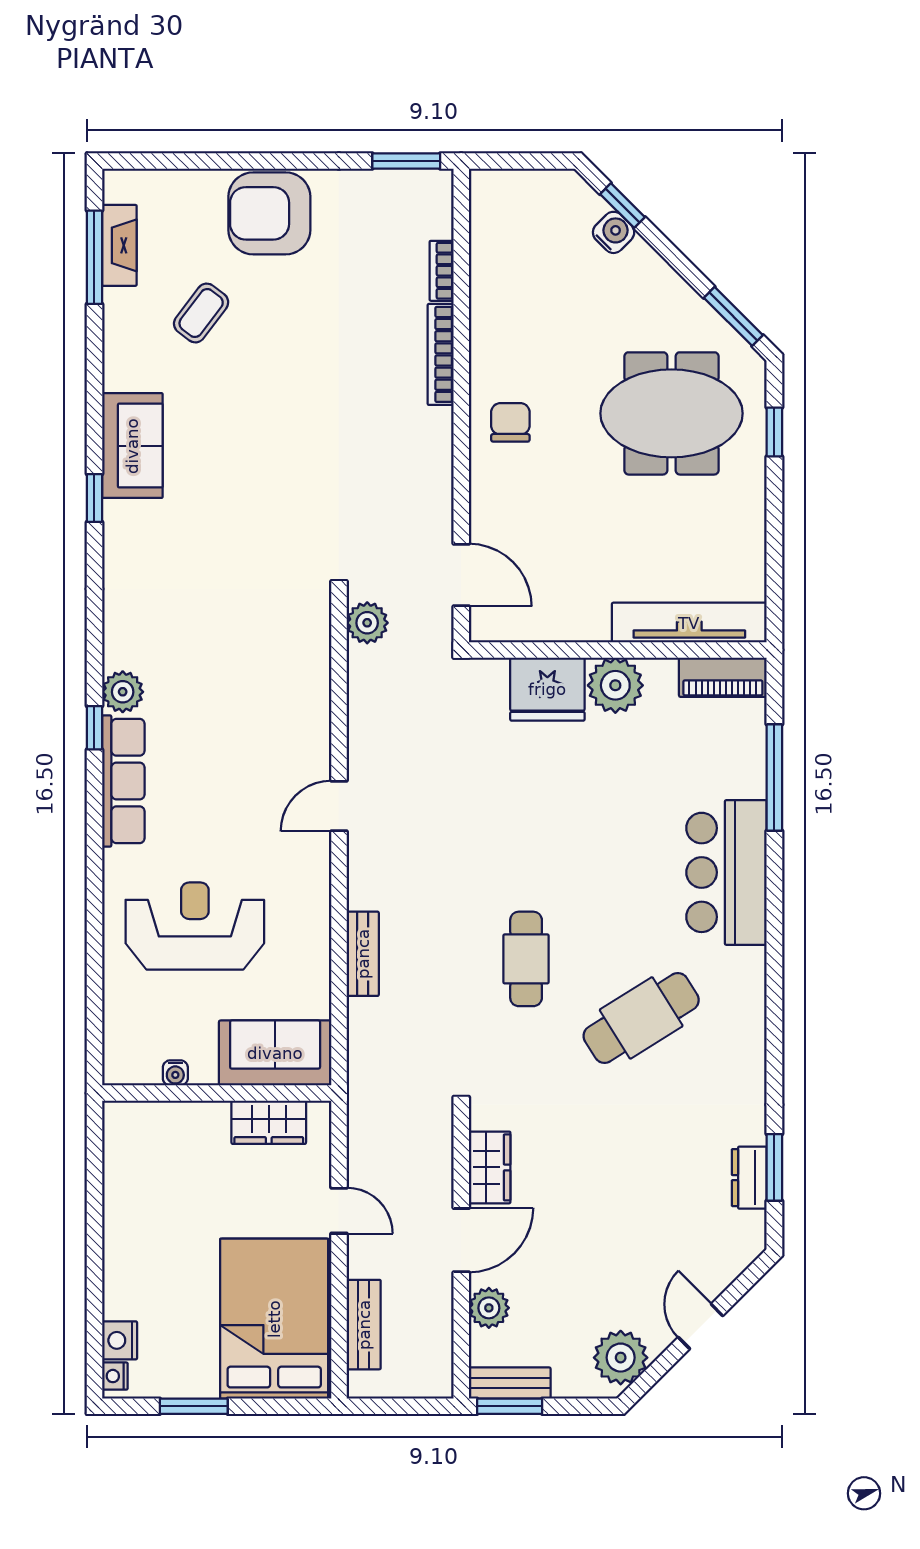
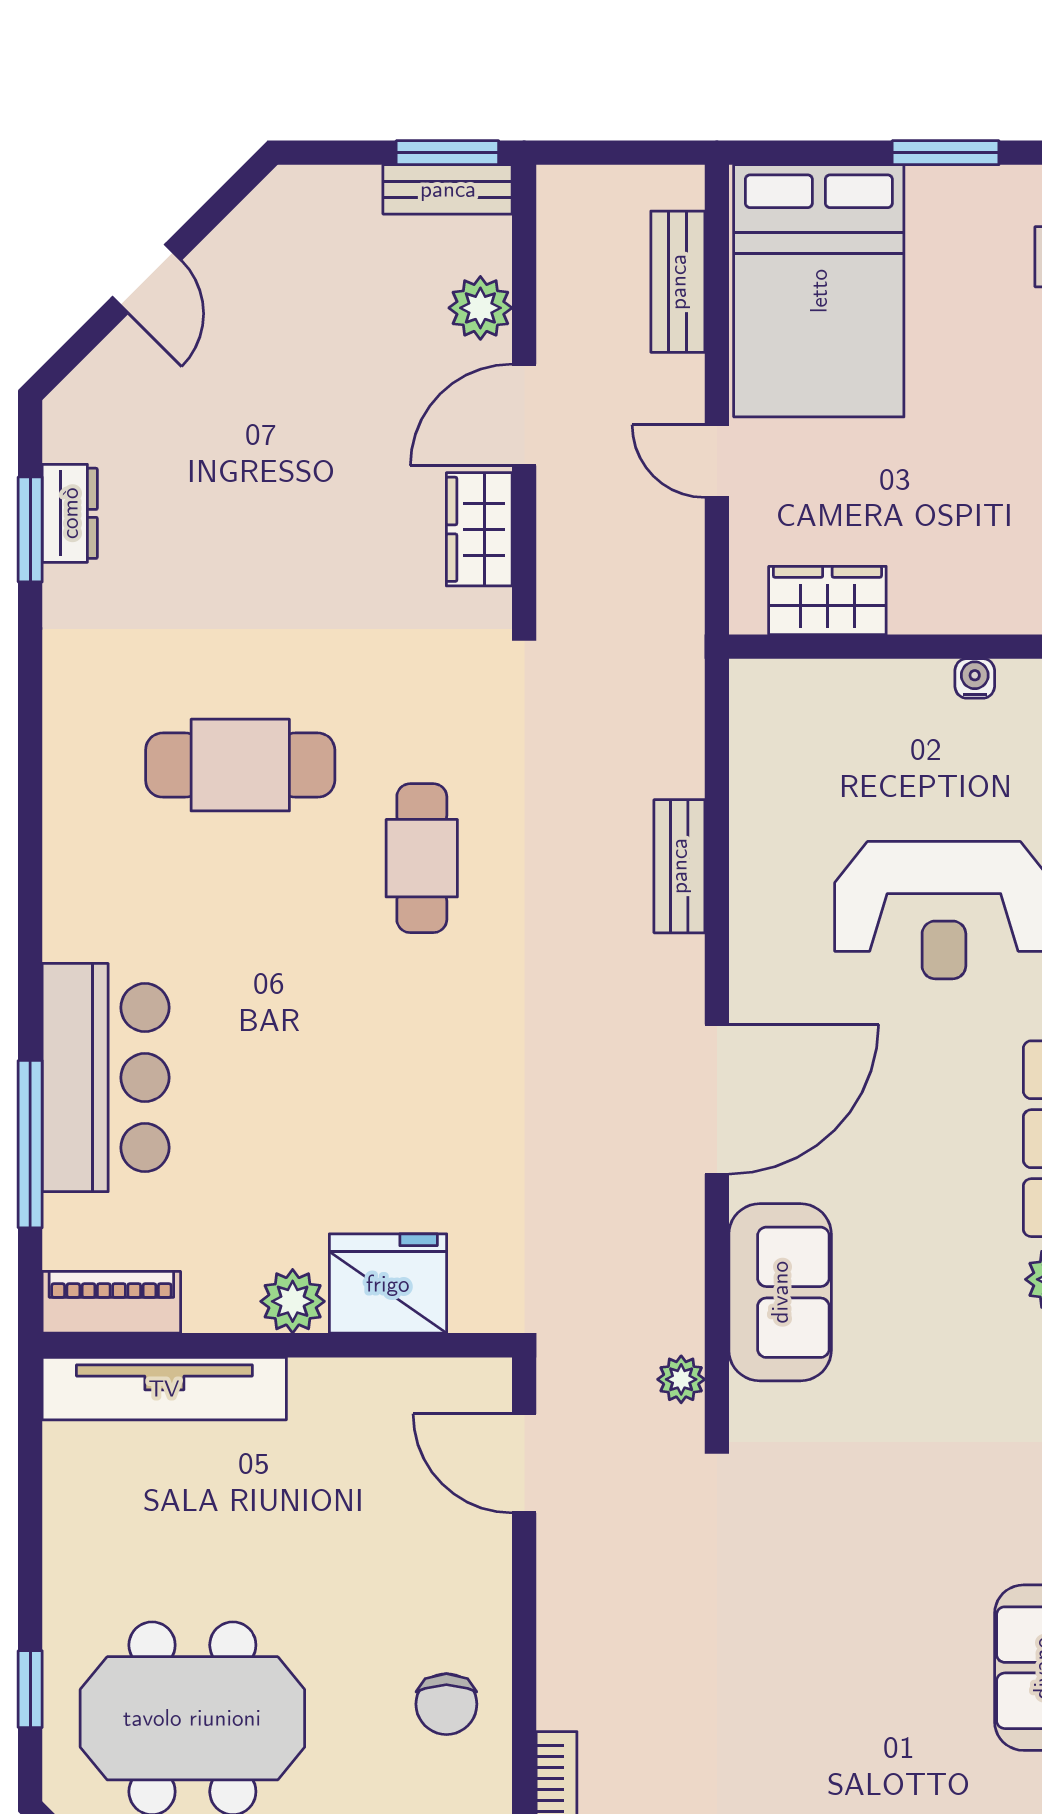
plant: (367, 623) -> (681, 1379), width x0.73, depth x0.73
plant: (615, 685) -> (293, 1301), width x0.73, depth x0.73
door: (339, 806) -> (717, 1099), width x1.88
bar counter: (727, 872) -> (106, 1078), moved
cafe table: (641, 1018) -> (240, 765), turned 32
sofa: (275, 1053) -> (780, 1292), moved, turned -90
plant: (621, 1358) -> (273, 230), removed

